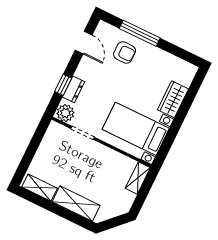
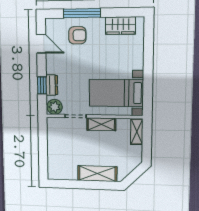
wardrobe: (173, 99) -> (120, 26), moved, turned -90
shelving: (40, 188) -> (101, 124), moved

